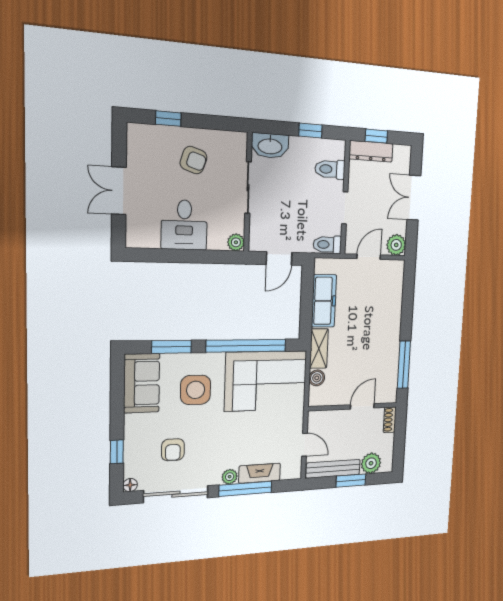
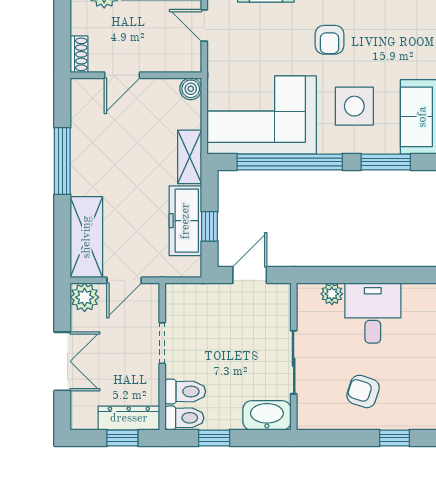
plant: (236, 242) -> (332, 294), moved
toilet: (327, 245) -> (184, 418), moved
shelving: (392, 289) -> (86, 237), added
window: (307, 296) -> (210, 226), added
window: (404, 365) -> (62, 161), moved
boiler: (317, 378) -> (191, 89), moved
armchair: (173, 450) -> (330, 40), moved, turned 180

